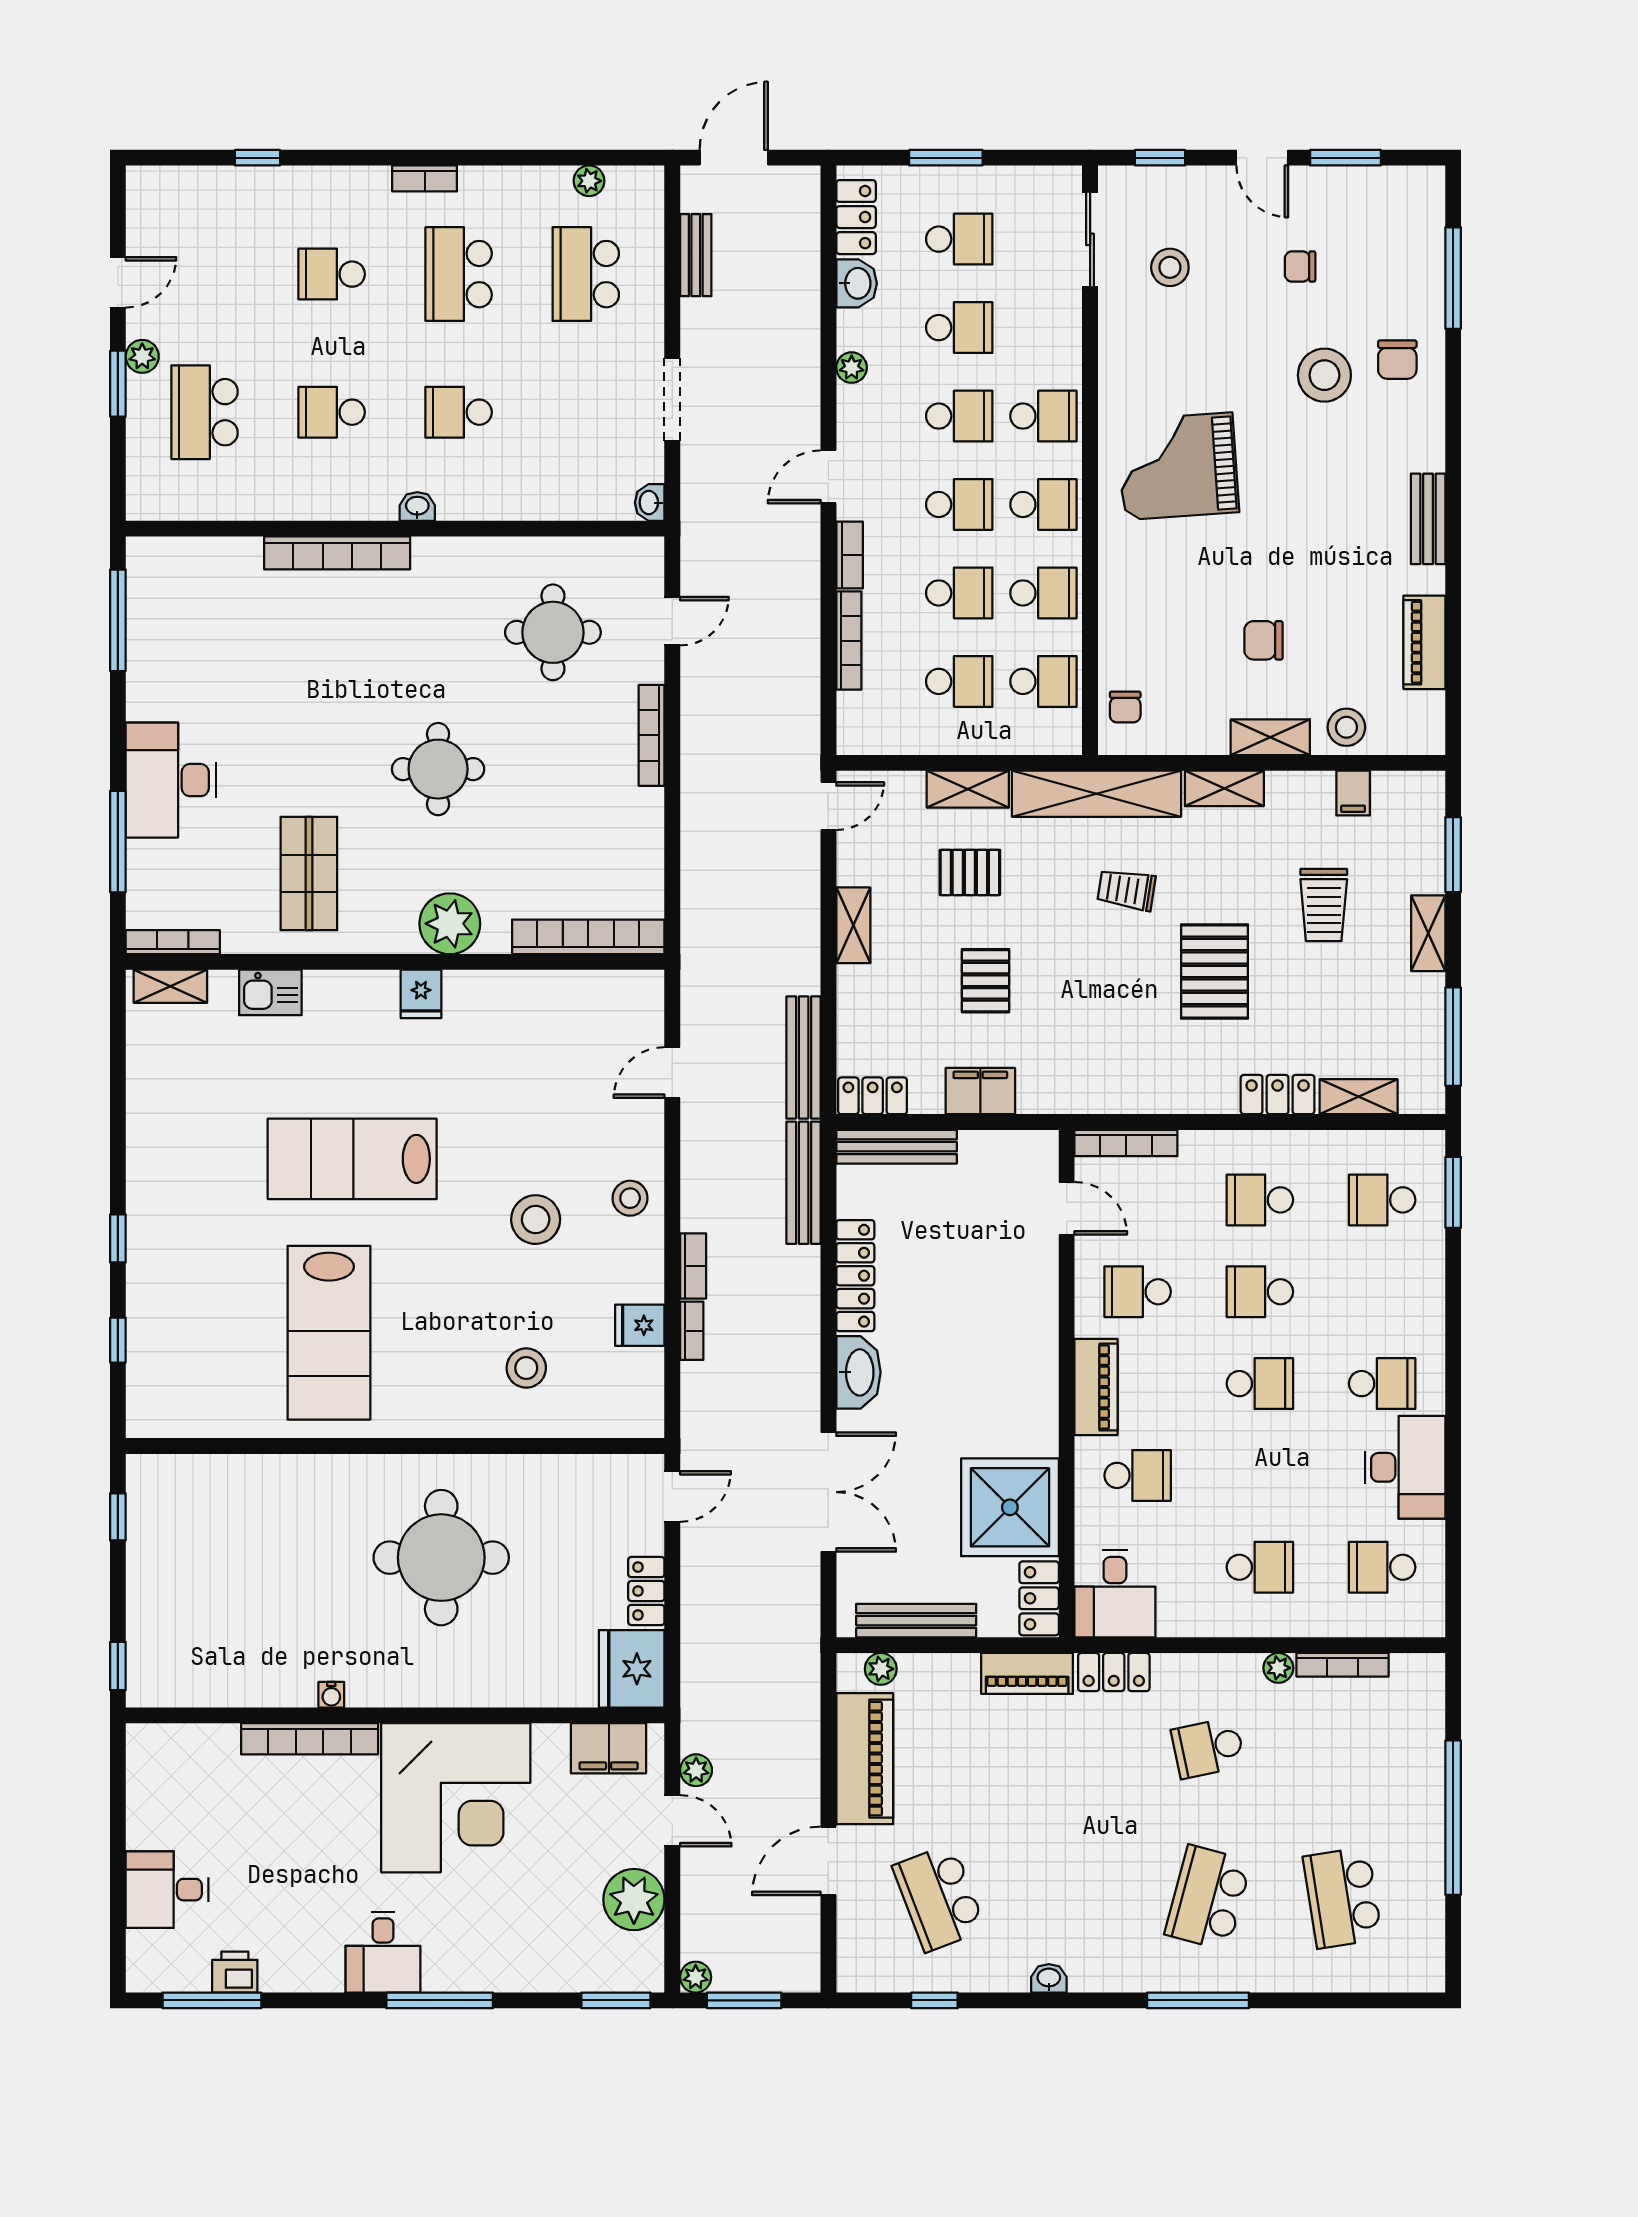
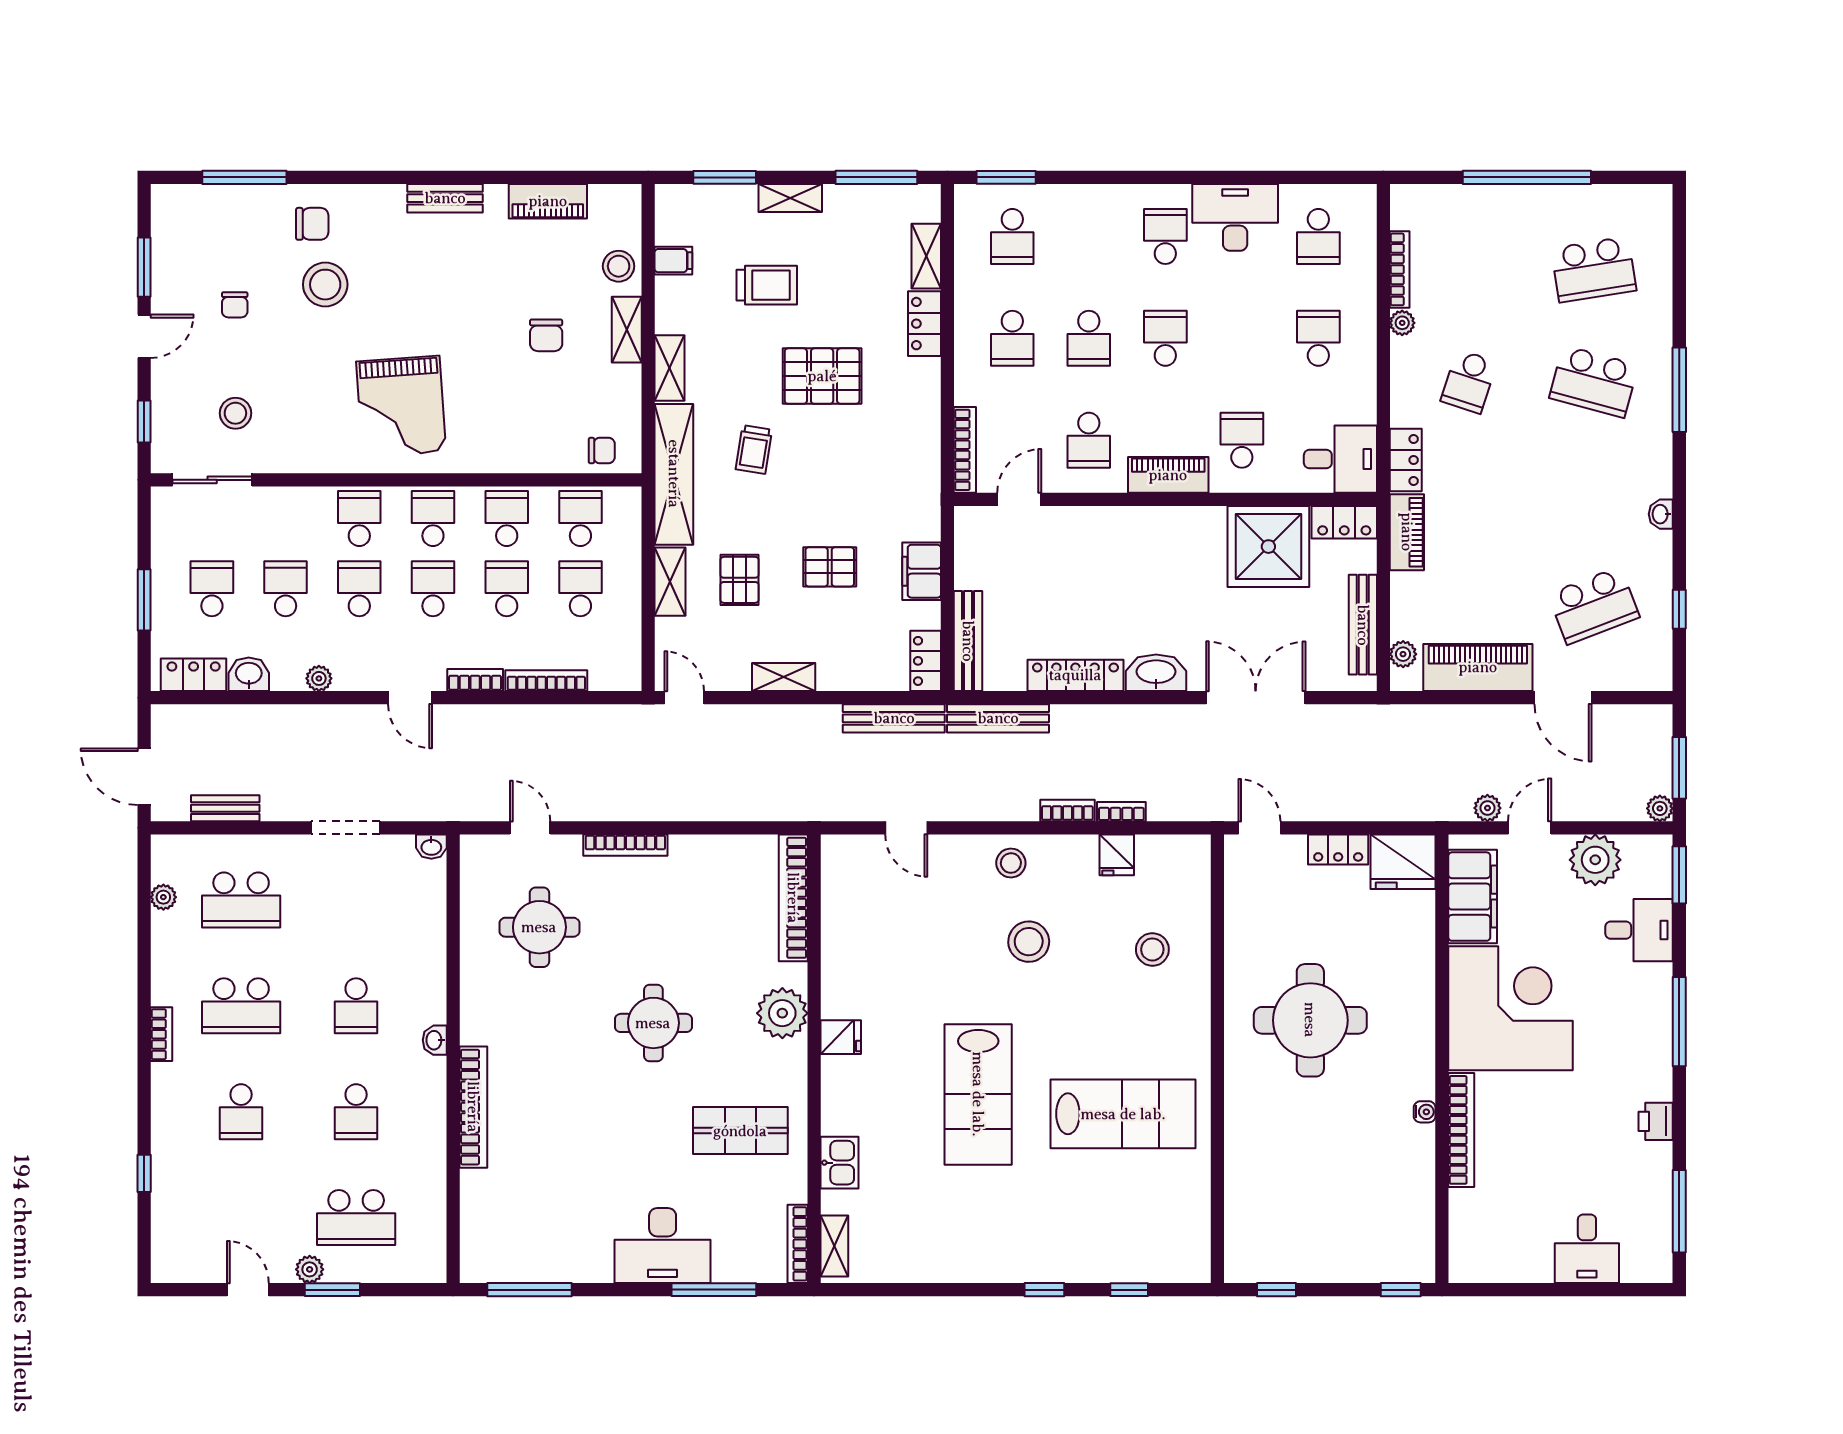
filing cabinet: (609, 1748) -> (1473, 897), width x1.50, depth x1.17
school desk: (1208, 1748) -> (1469, 381), turned 30
desk: (383, 1952) -> (1639, 930), moved
printer: (235, 1972) -> (1656, 1121), moved

